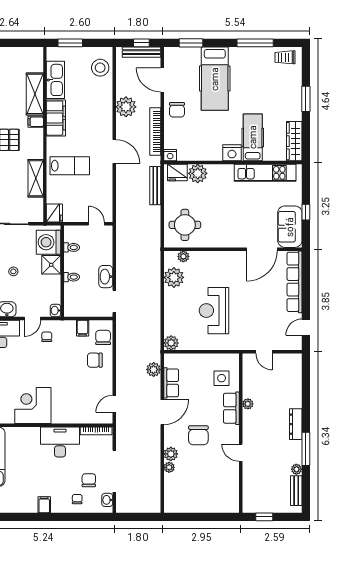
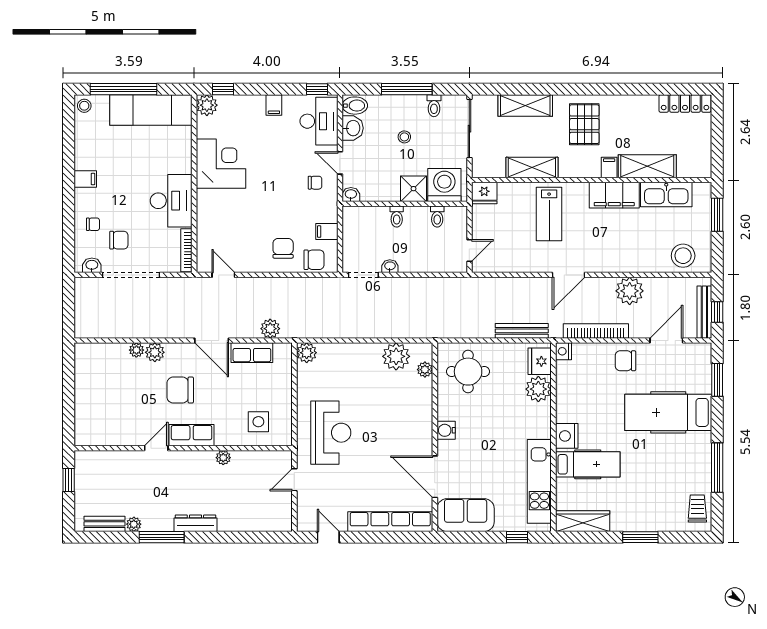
window: (306, 212) -> (517, 537), moved
water cooler: (228, 241) -> (446, 430), added
washbasin: (106, 277) -> (390, 266), width x0.52, depth x0.69
reception desk: (214, 311) -> (331, 433), moved, turned 90
row of seats: (231, 408) -> (192, 435), moved

